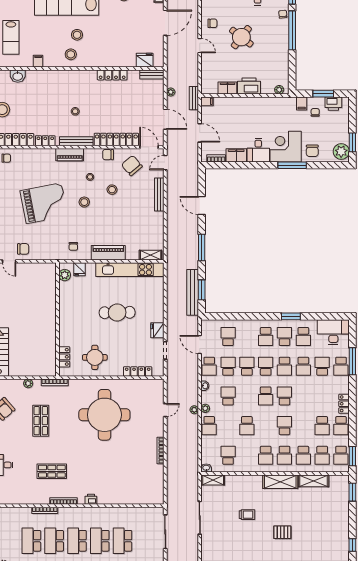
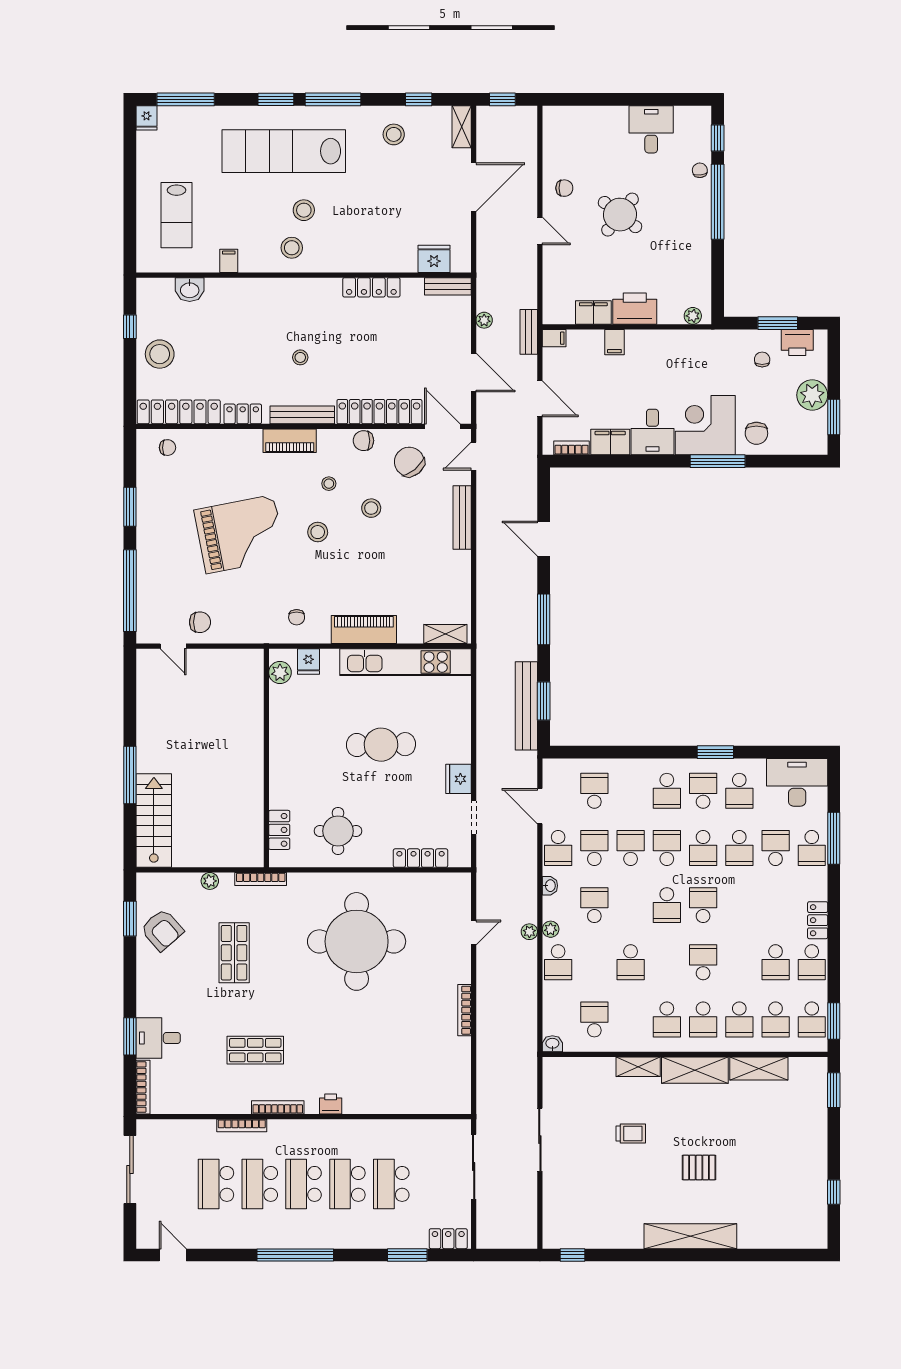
filing cabinet: (302, 103) -> (614, 342), moved
plant: (341, 152) -> (812, 395), moved
shelving: (213, 480) -> (638, 1067), moved

